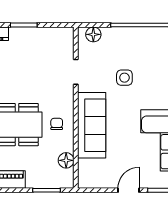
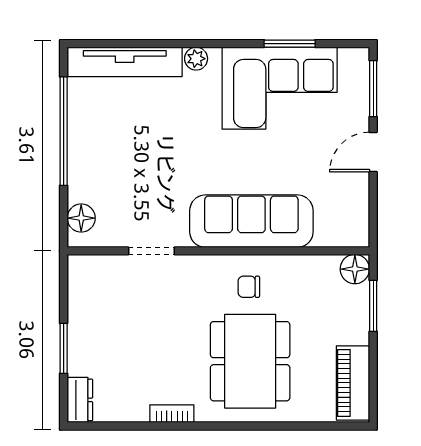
side table: (124, 78) -> (162, 160), removed
floor lamp: (66, 160) -> (355, 269), moved
door: (129, 190) -> (373, 152), hinge flipped

